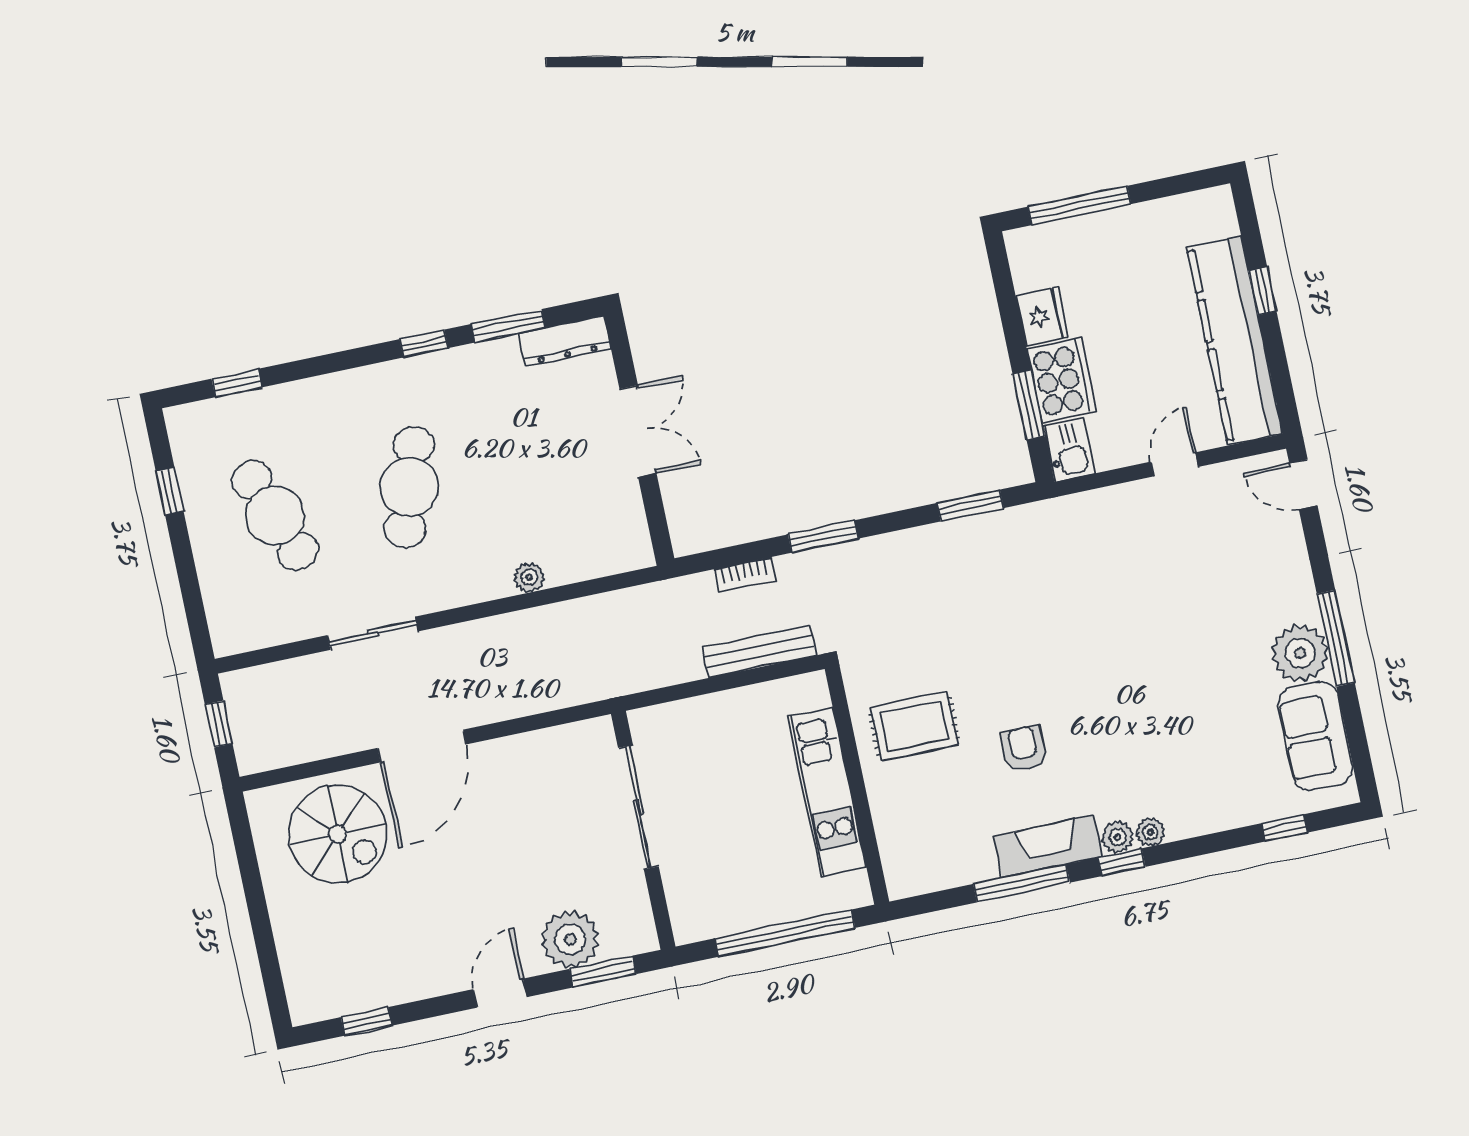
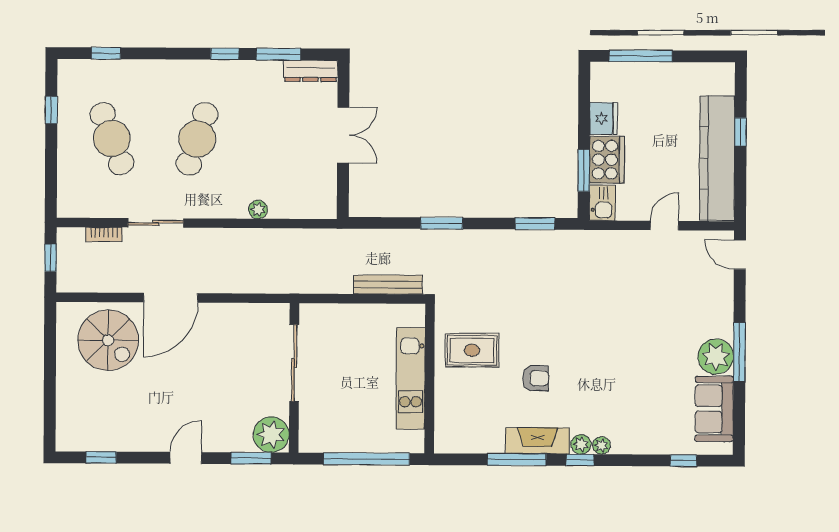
bookcase: (745, 574) -> (104, 235), moved
armchair: (1024, 749) -> (536, 378), turned 90
plant: (570, 939) -> (271, 435), moved

